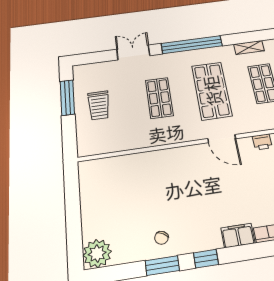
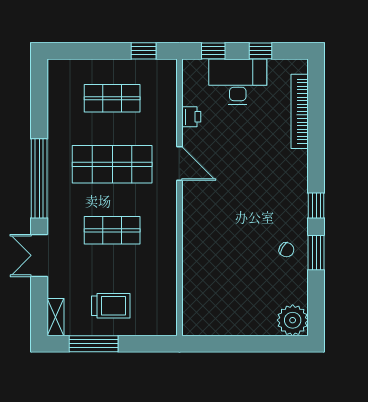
shelving: (249, 47) -> (55, 317), moved
door: (222, 139) -> (180, 164), hinge flipped
filing cabinet: (238, 236) -> (297, 167), removed

